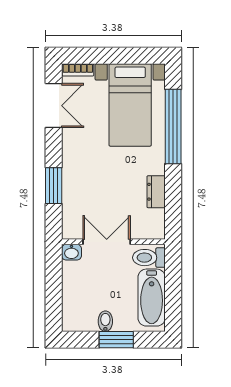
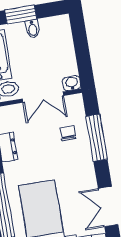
window: (54, 186) -> (97, 138), width x1.44
chair: (85, 196) -> (68, 133), added

